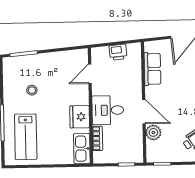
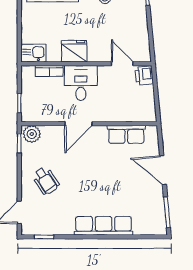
printer: (118, 52) -> (144, 76), moved
plant: (153, 132) -> (32, 134), moved
kitchen sink: (82, 149) -> (33, 53), width x0.73

